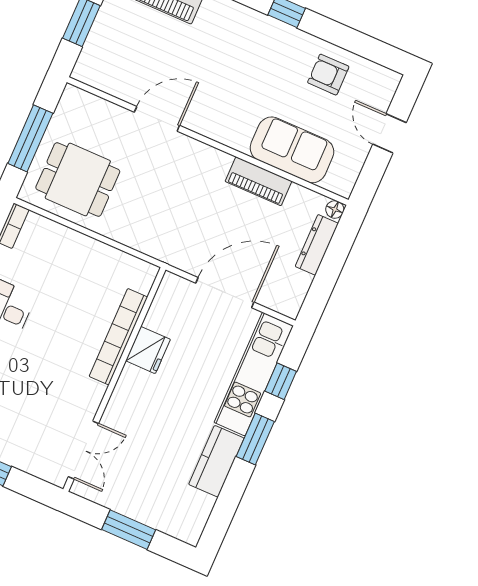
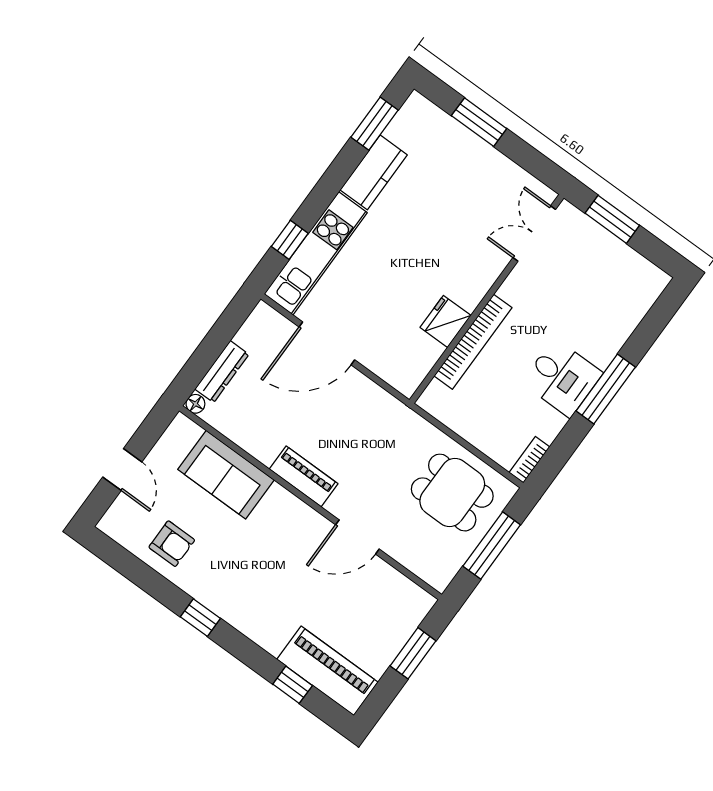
piano: (258, 181) -> (304, 476), moved
bookcase: (118, 337) -> (473, 342), moved
fridge: (148, 350) -> (445, 321), moved
wall: (114, 379) -> (487, 299), moved
window: (255, 439) -> (375, 124), moved
double door: (83, 450) -> (534, 233), moved

